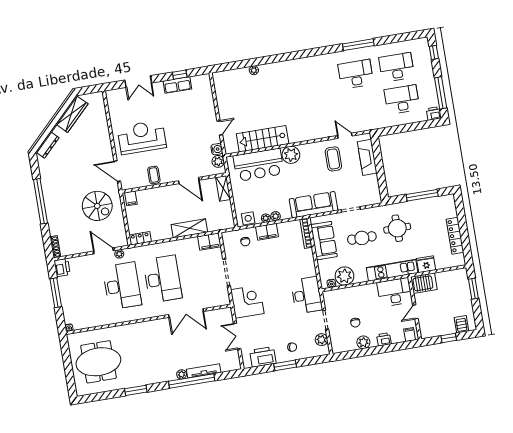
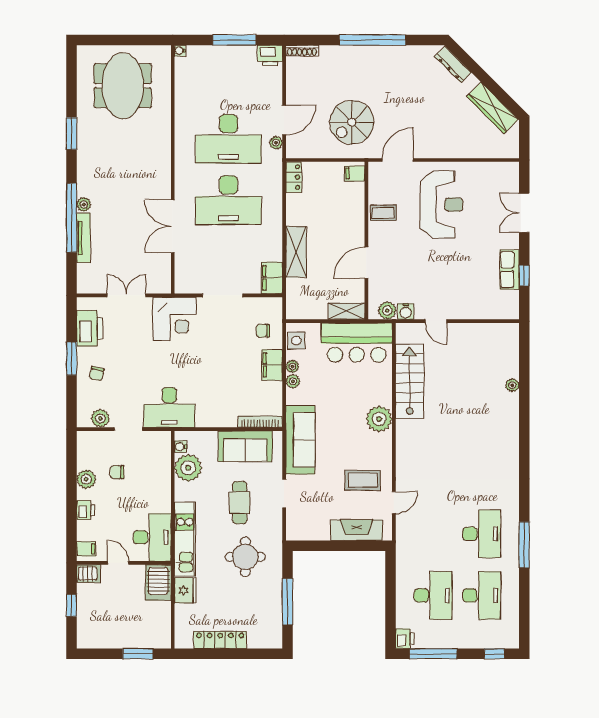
bar counter: (259, 165) -> (357, 343), moved, turned -90
server rack: (461, 324) -> (89, 574), moved

